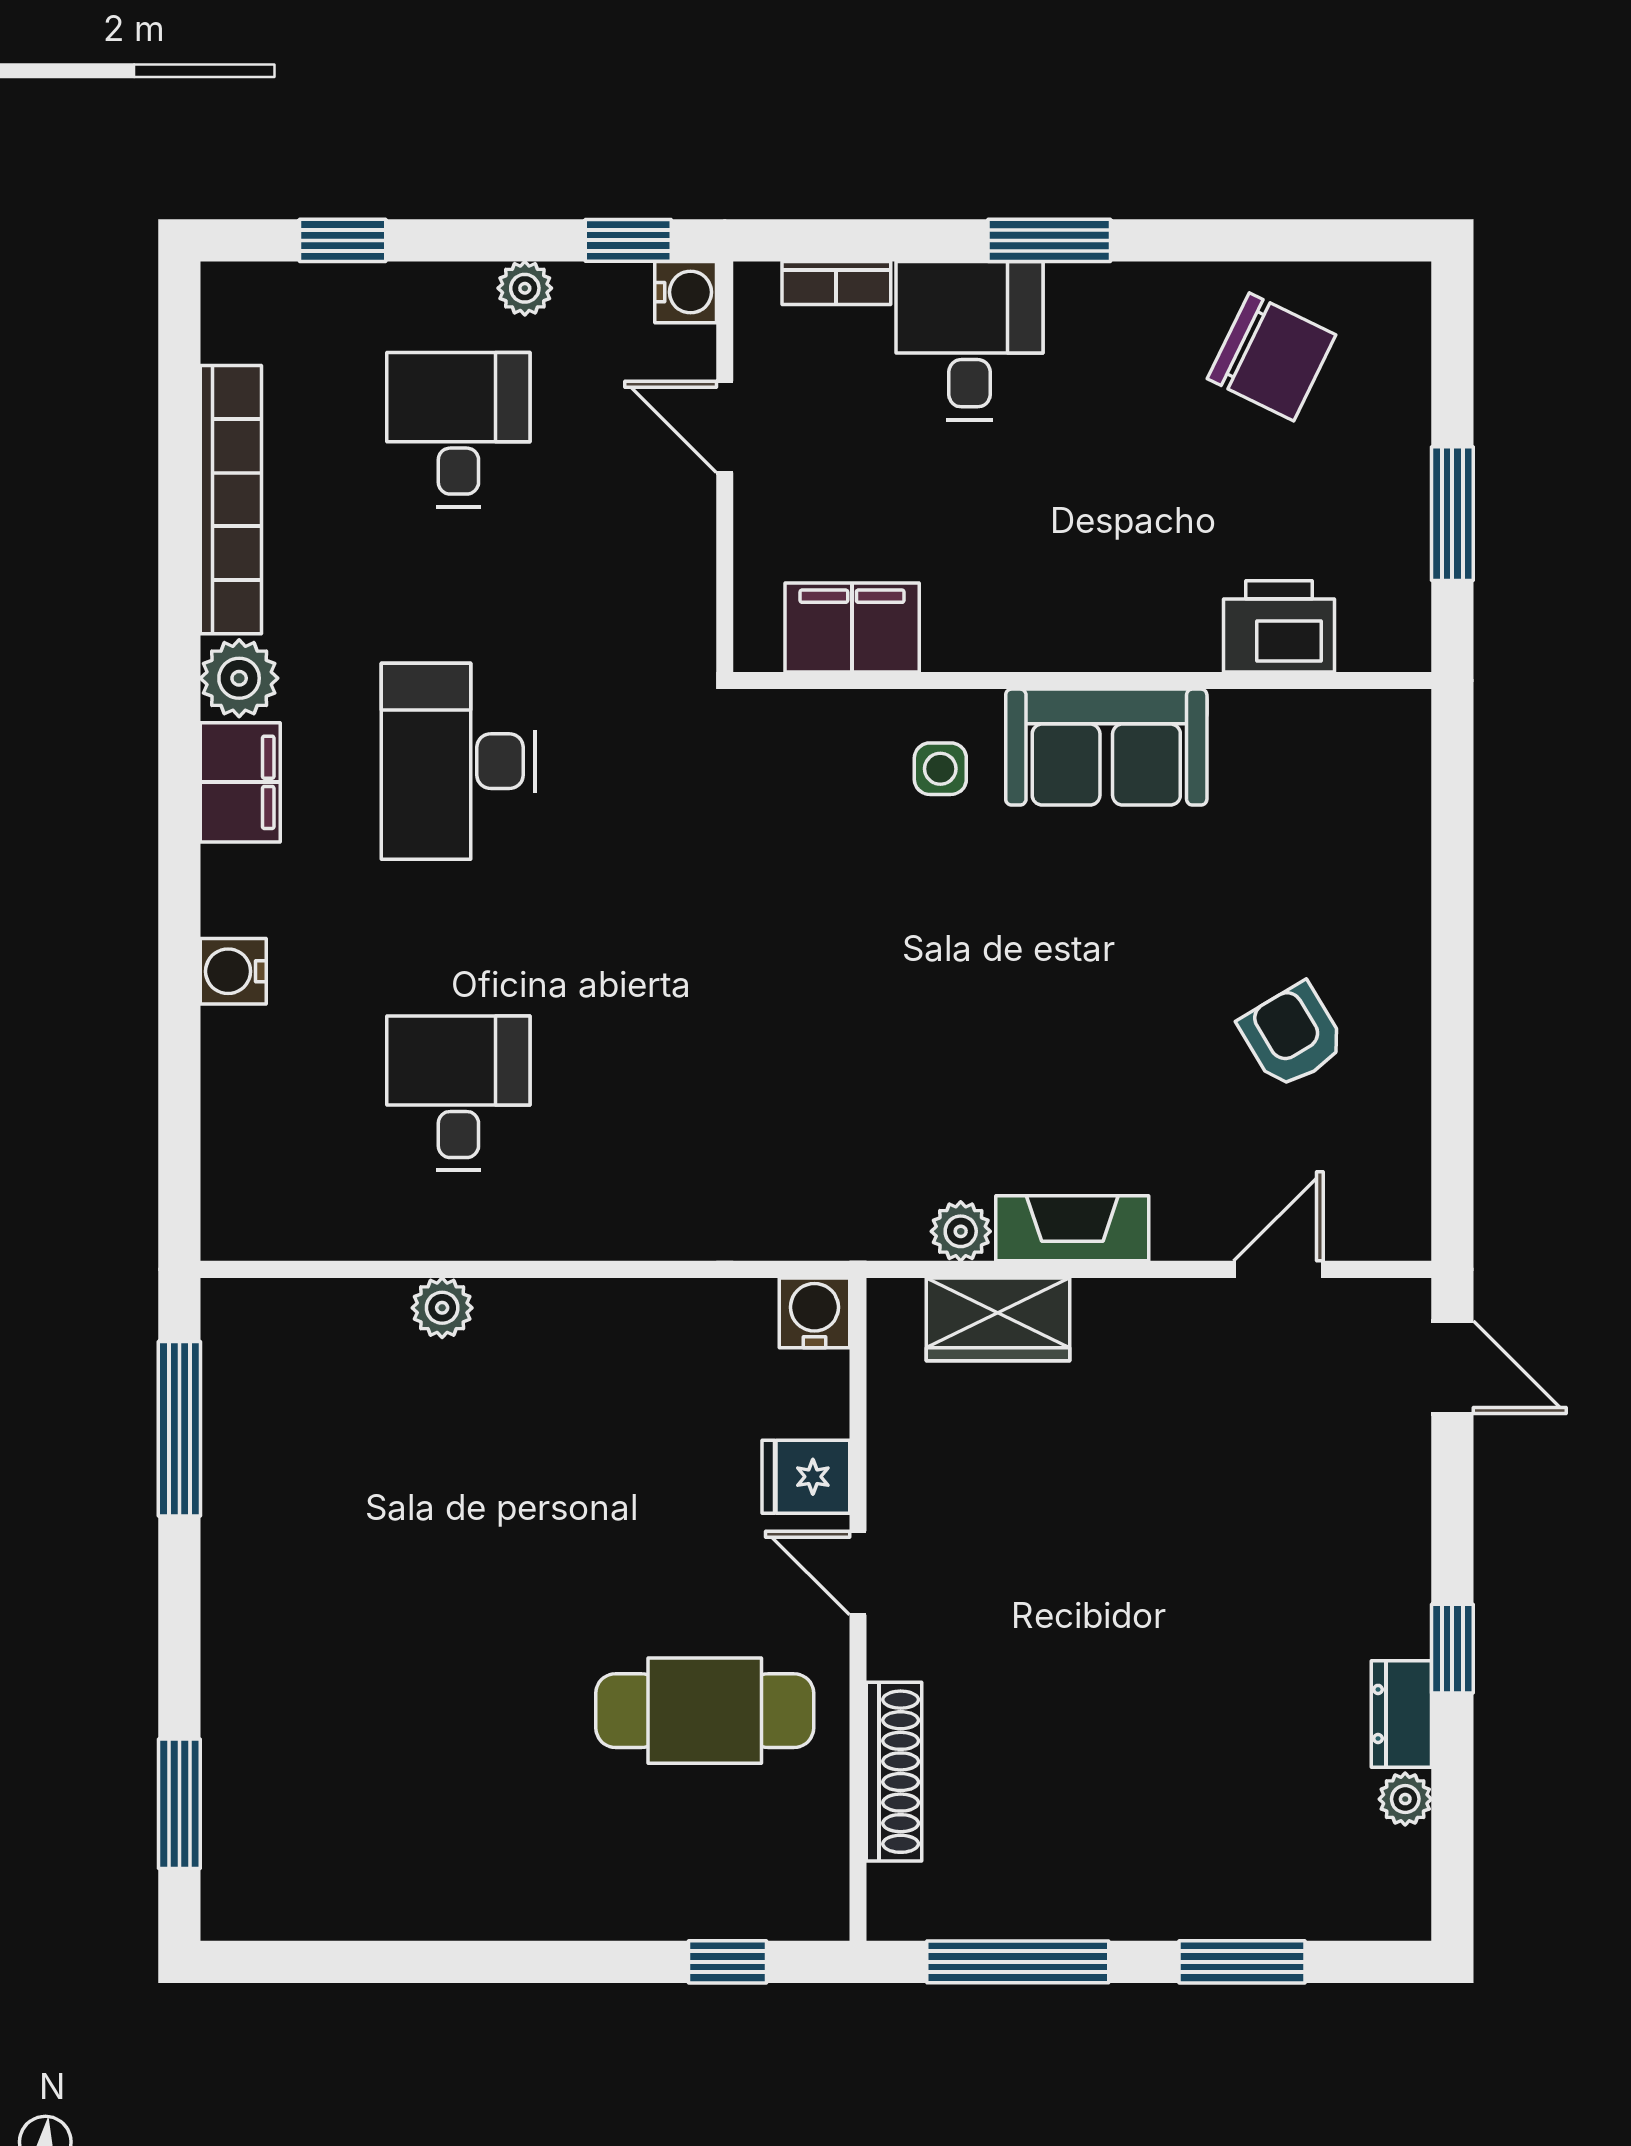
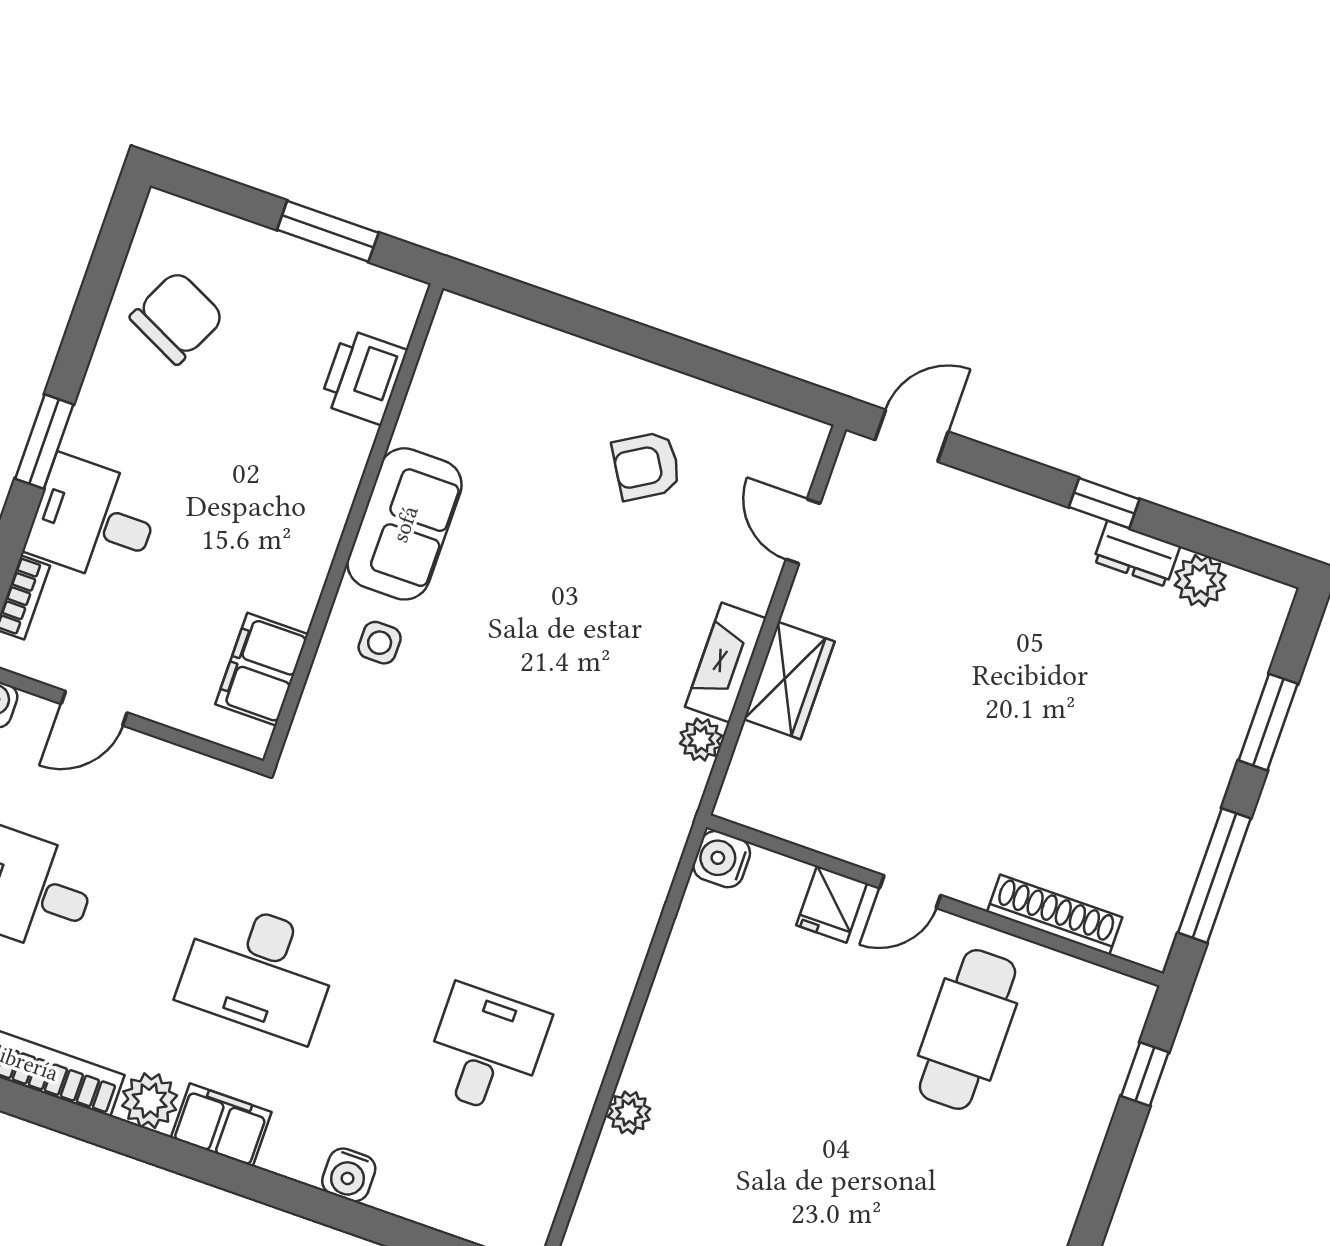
desk: (458, 1093) -> (486, 1050), turned 90
wardrobe: (998, 1319) -> (789, 680), moved
plant: (1405, 1799) -> (1200, 581), width x1.38, depth x1.38

